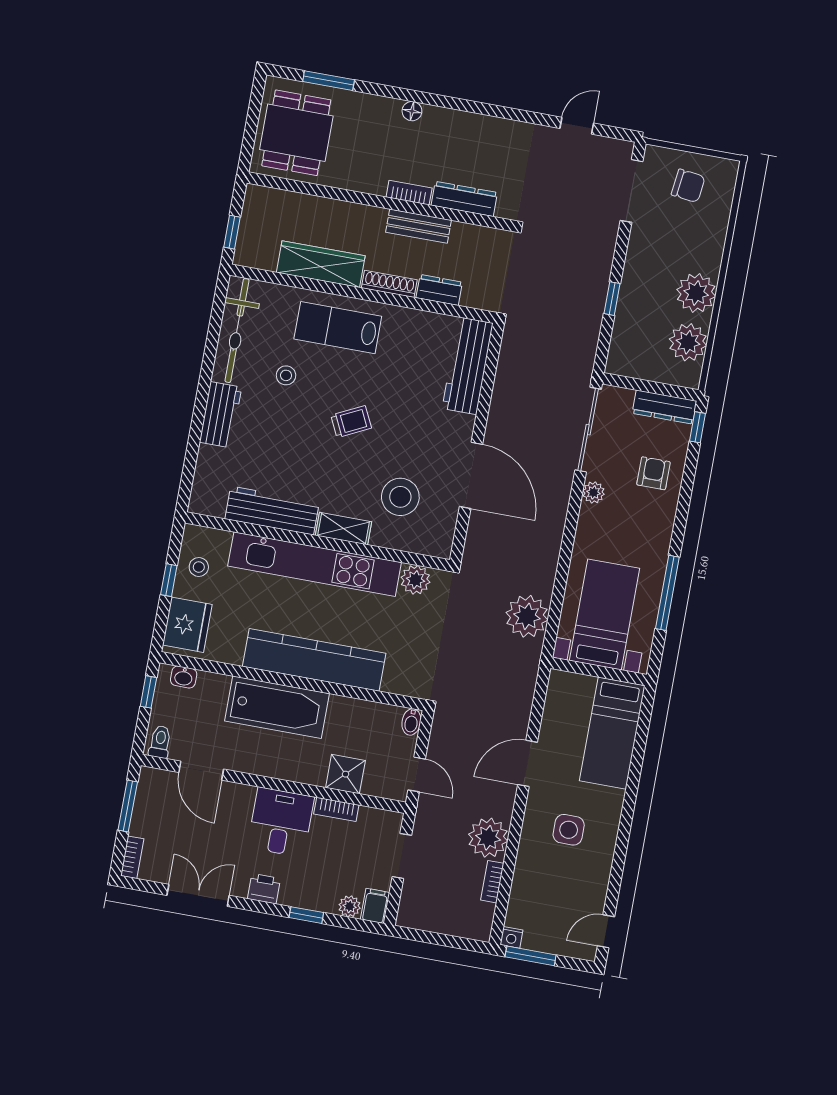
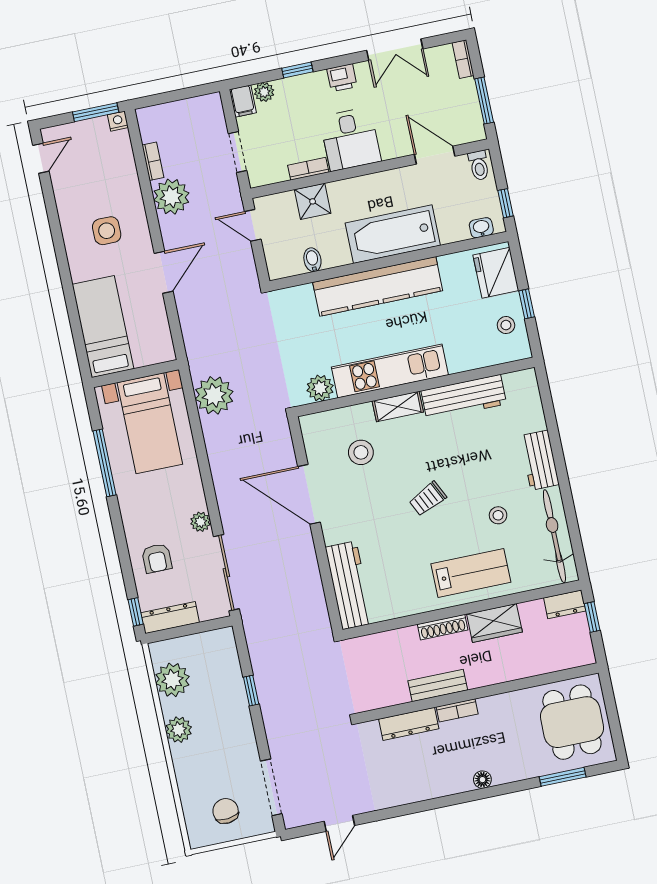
chair: (688, 186) -> (226, 811), turned 77
wardrobe: (321, 264) -> (494, 623), width x0.67
dresser: (439, 290) -> (565, 604), moved
plant: (696, 293) -> (179, 730), width x0.73, depth x0.73
stool: (400, 497) -> (361, 452), width x0.73, depth x0.73
kitchen unit: (315, 564) -> (390, 371), width x0.73
bidet: (411, 722) -> (312, 260), moved

